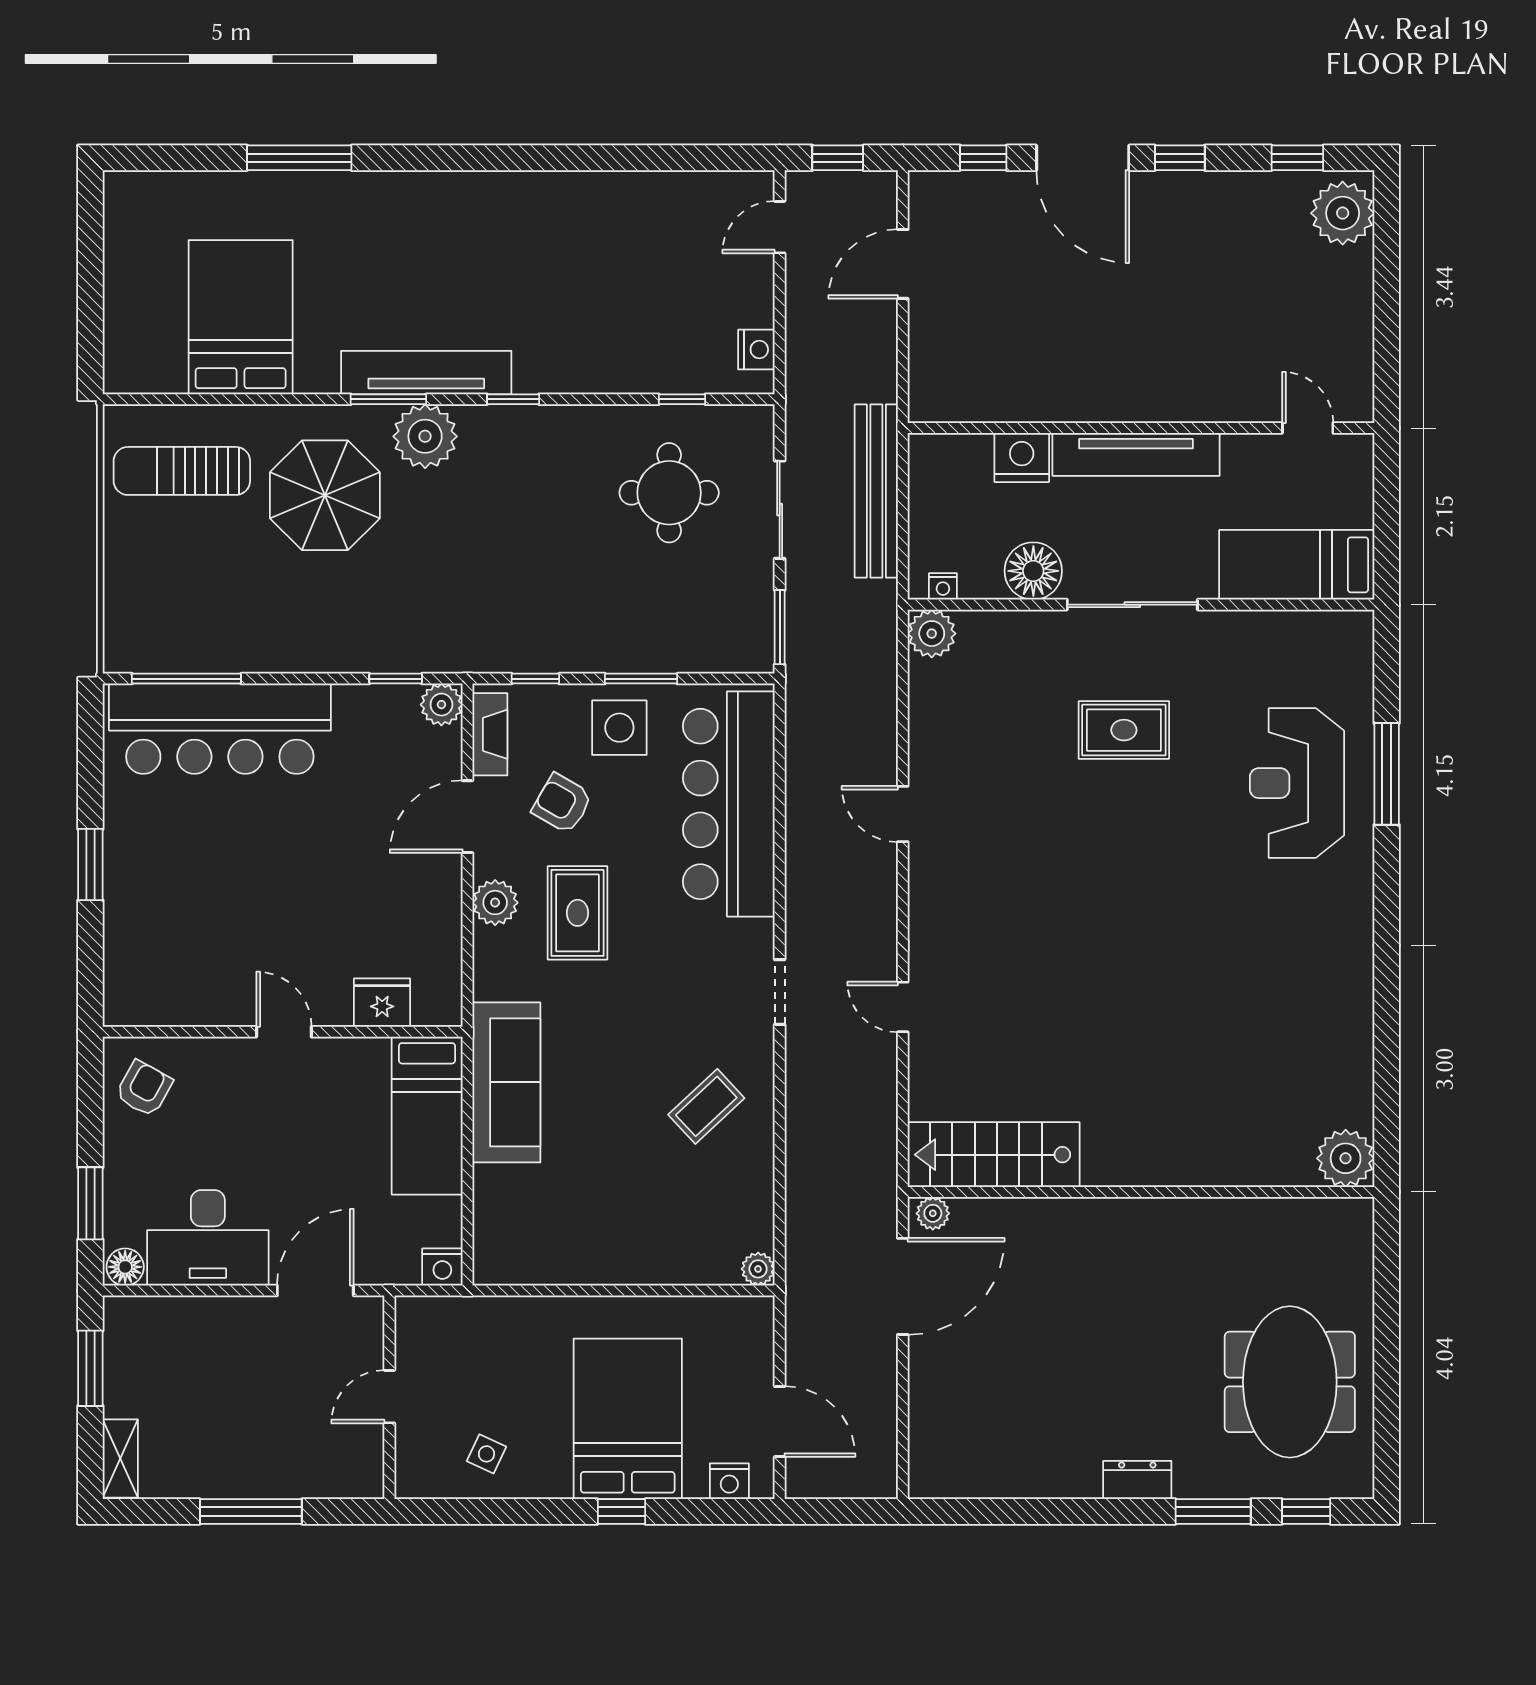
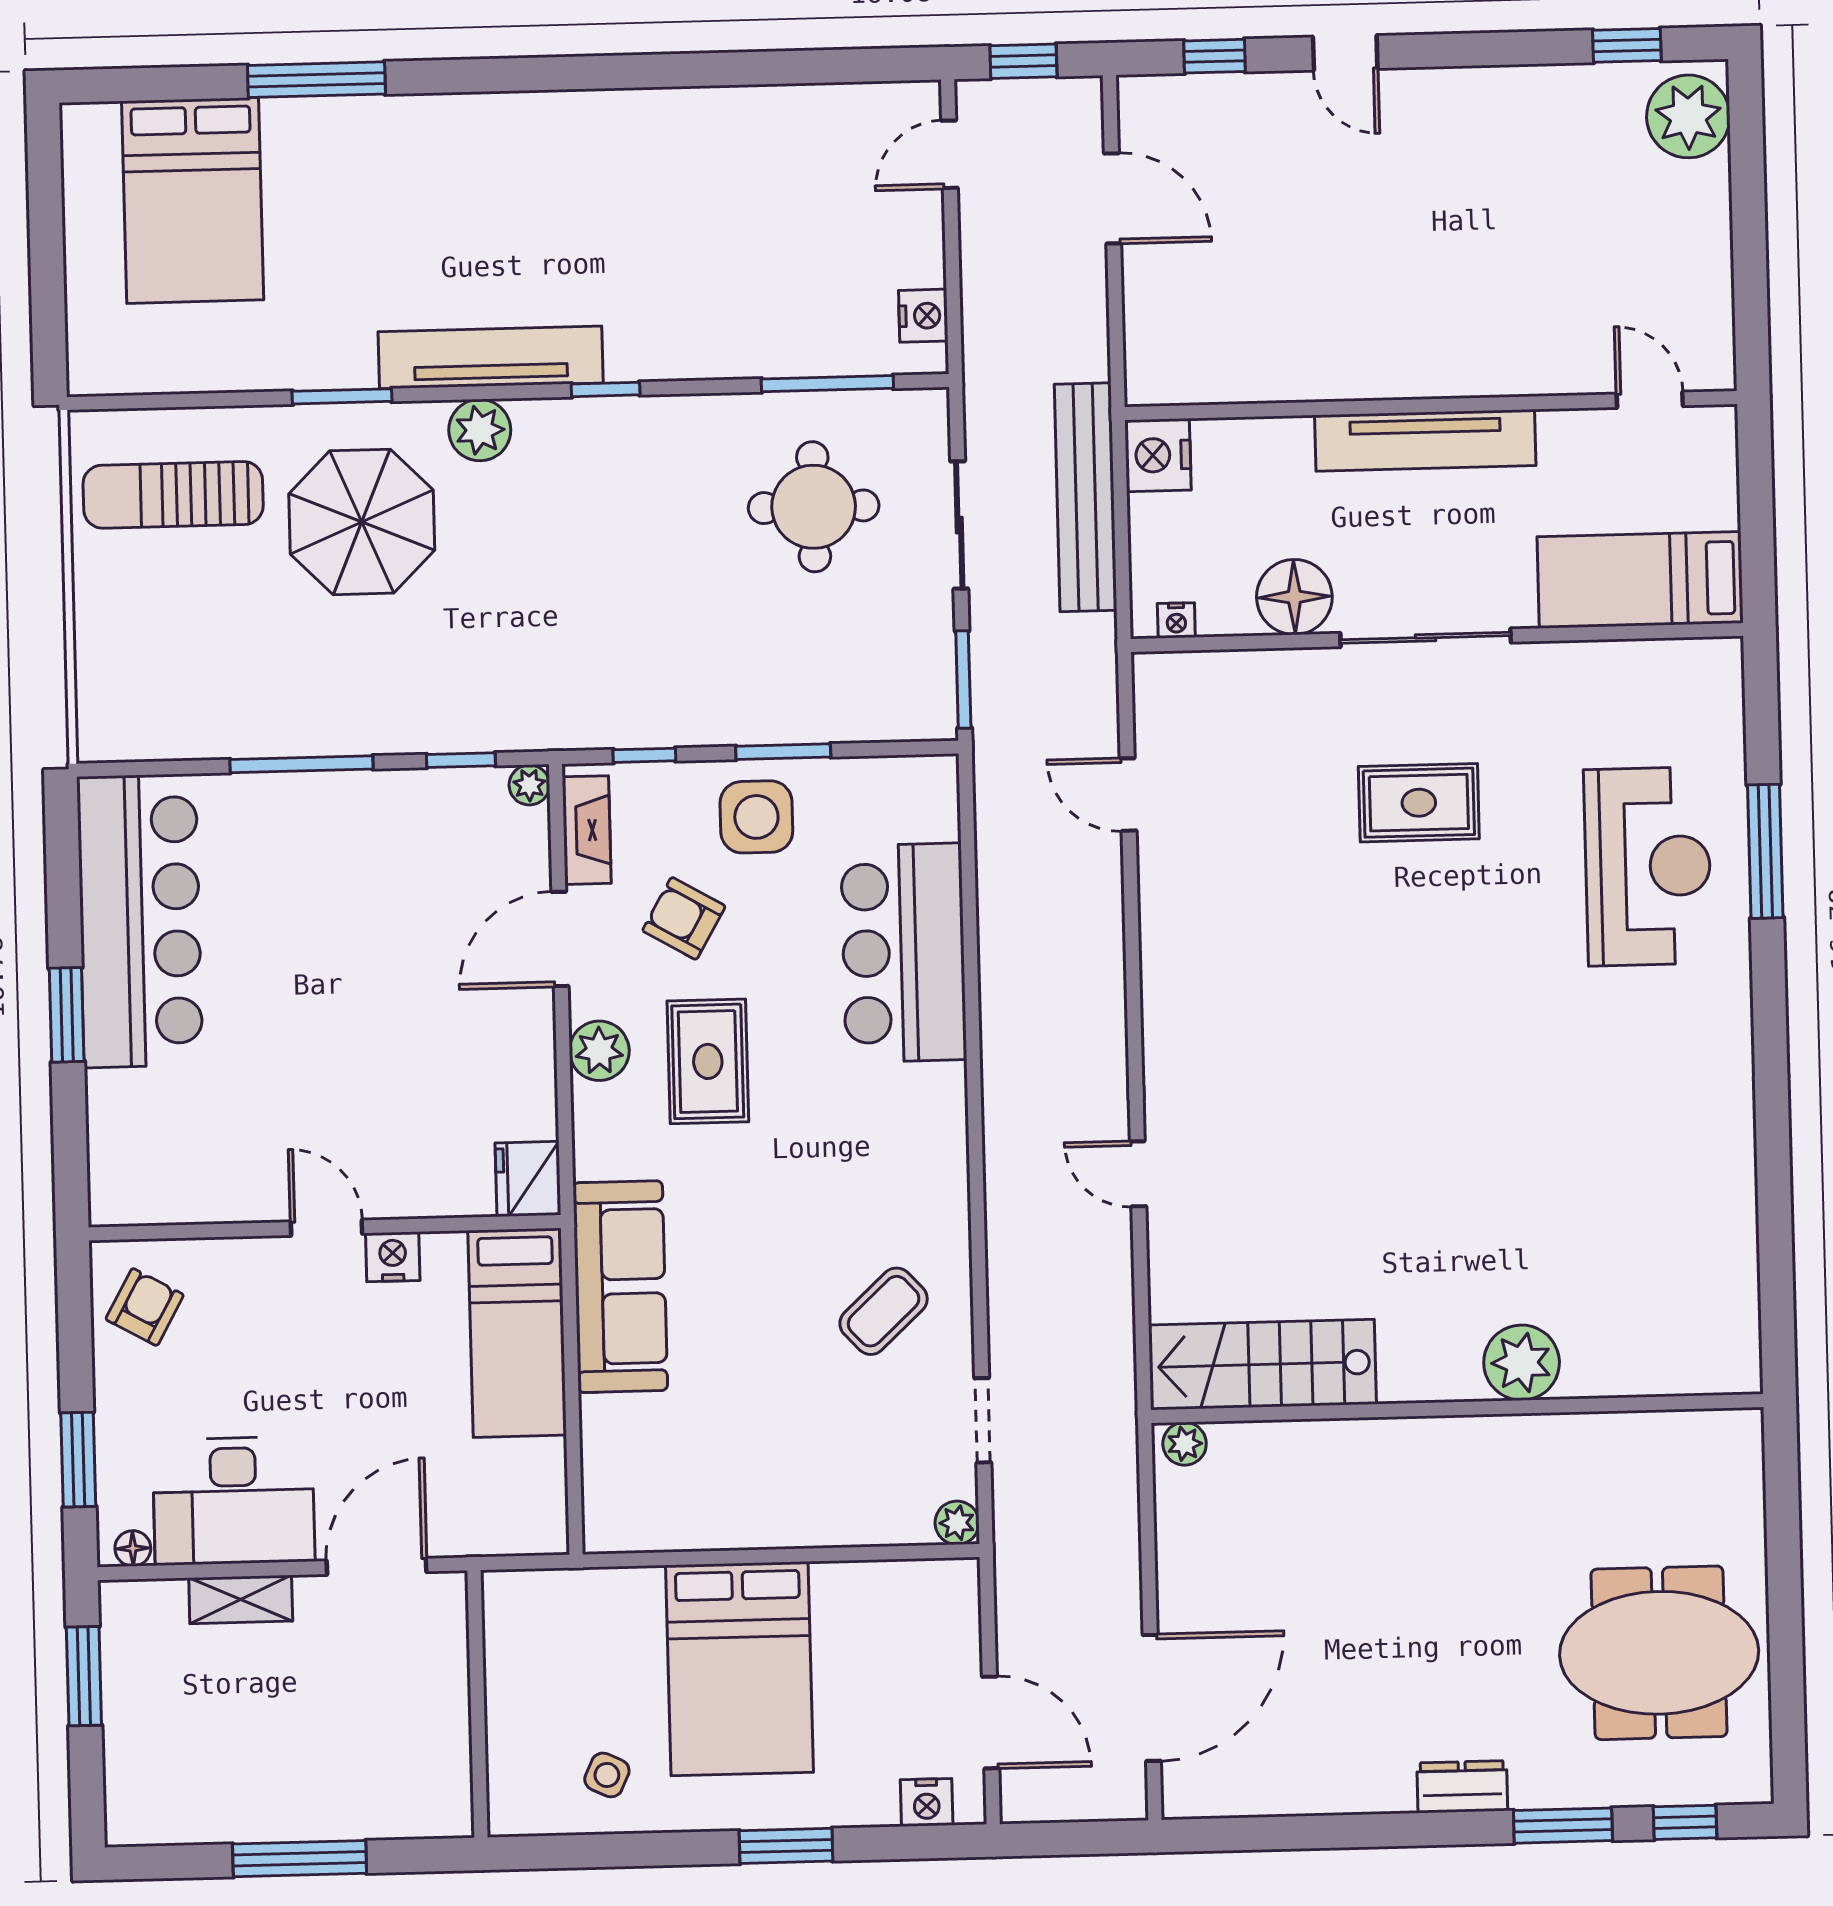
door: (1083, 158) -> (1345, 53), width x0.53
window: (1180, 158) -> (1473, 49), removed
door: (903, 264) -> (1113, 198), swing flipped
bed: (241, 317) -> (193, 200), moved, turned 180
window: (388, 399) -> (342, 396), moved
window: (682, 399) -> (827, 384), width x2.17
plant: (425, 436) -> (480, 430), width x0.73, depth x0.73
nightstand: (1022, 457) -> (1158, 455), moved, turned -90
plant: (932, 634) -> (1163, 683), removed
window: (186, 679) -> (301, 764), moved
plant: (441, 705) -> (529, 785), width x0.73, depth x0.73
bar counter: (220, 729) -> (140, 921), moved, turned -90
reception desk: (1297, 783) -> (1648, 866), turned 180
bar counter: (729, 804) -> (904, 953), width x0.73
door: (903, 814) -> (1128, 795), moved
doorway: (780, 992) -> (983, 1420), moved
fridge: (382, 1003) -> (528, 1179), moved, turned -90
plant: (1346, 1158) -> (1522, 1363), moved
floor lamp: (125, 1267) -> (133, 1548), width x0.73, depth x0.73
nightstand: (442, 1267) -> (393, 1257), moved, turned 180
door: (903, 1286) -> (1152, 1698), moved
meeting table: (1290, 1382) -> (1659, 1653), turned 90
door: (389, 1397) -> (477, 1703), removed
bed: (628, 1419) -> (739, 1669), moved, turned 180
shelving: (120, 1459) -> (241, 1599), moved, turned 90
window: (621, 1511) -> (786, 1846), width x1.50

